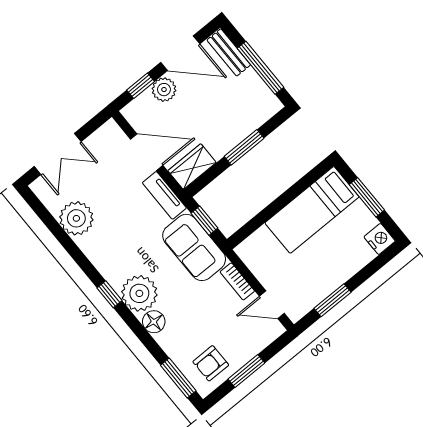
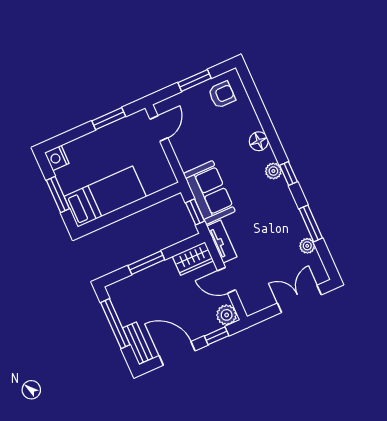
plant: (164, 90) -> (227, 315), moved
door: (147, 152) -> (227, 280), width x0.73
plant: (76, 218) -> (307, 246), width x0.53, depth x0.53
bookcase: (237, 281) -> (182, 155), removed
plant: (139, 293) -> (273, 171), width x0.53, depth x0.53
door: (272, 305) -> (159, 129), hinge flipped
window: (178, 378) -> (311, 223), moved

